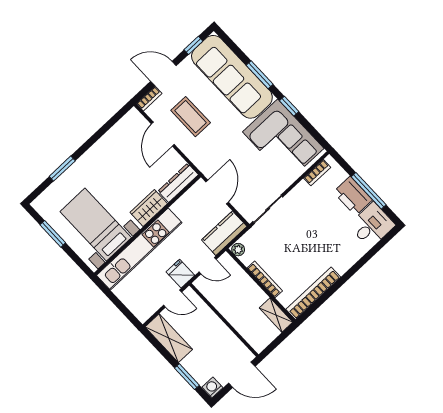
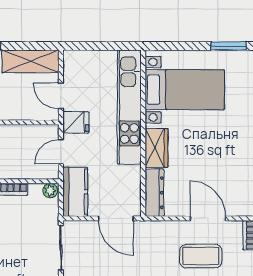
window: (53, 234) -> (229, 46), moved
door: (173, 299) -> (61, 96), hinge flipped

